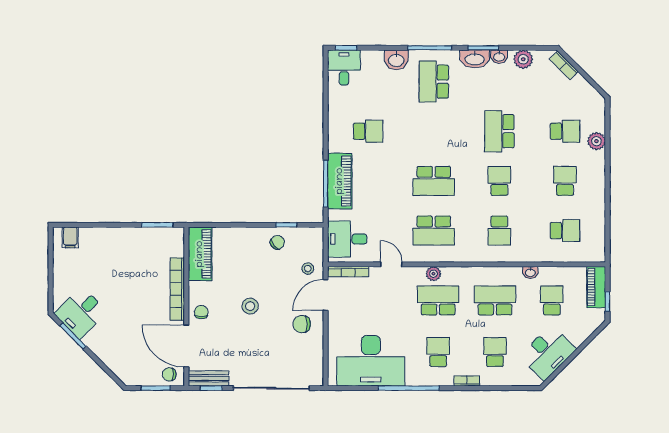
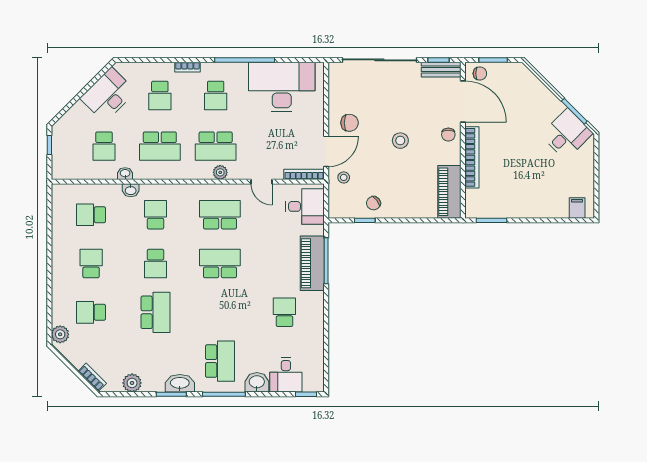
washbasin: (499, 57) -> (131, 190), moved, turned 180
desk: (344, 67) -> (286, 375), moved
school desk: (368, 131) -> (284, 312), turned 90
plant: (596, 141) -> (60, 334), moved
school desk: (565, 181) -> (91, 264), turned 180
piano: (596, 287) -> (60, 159), removed

